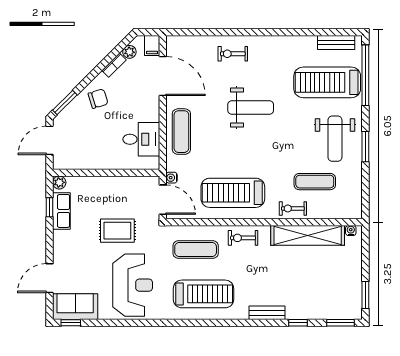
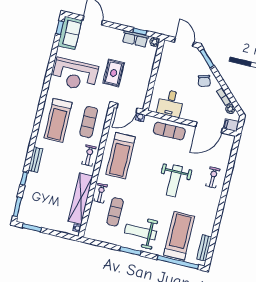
treadmill: (233, 193) -> (121, 156), turned 180

